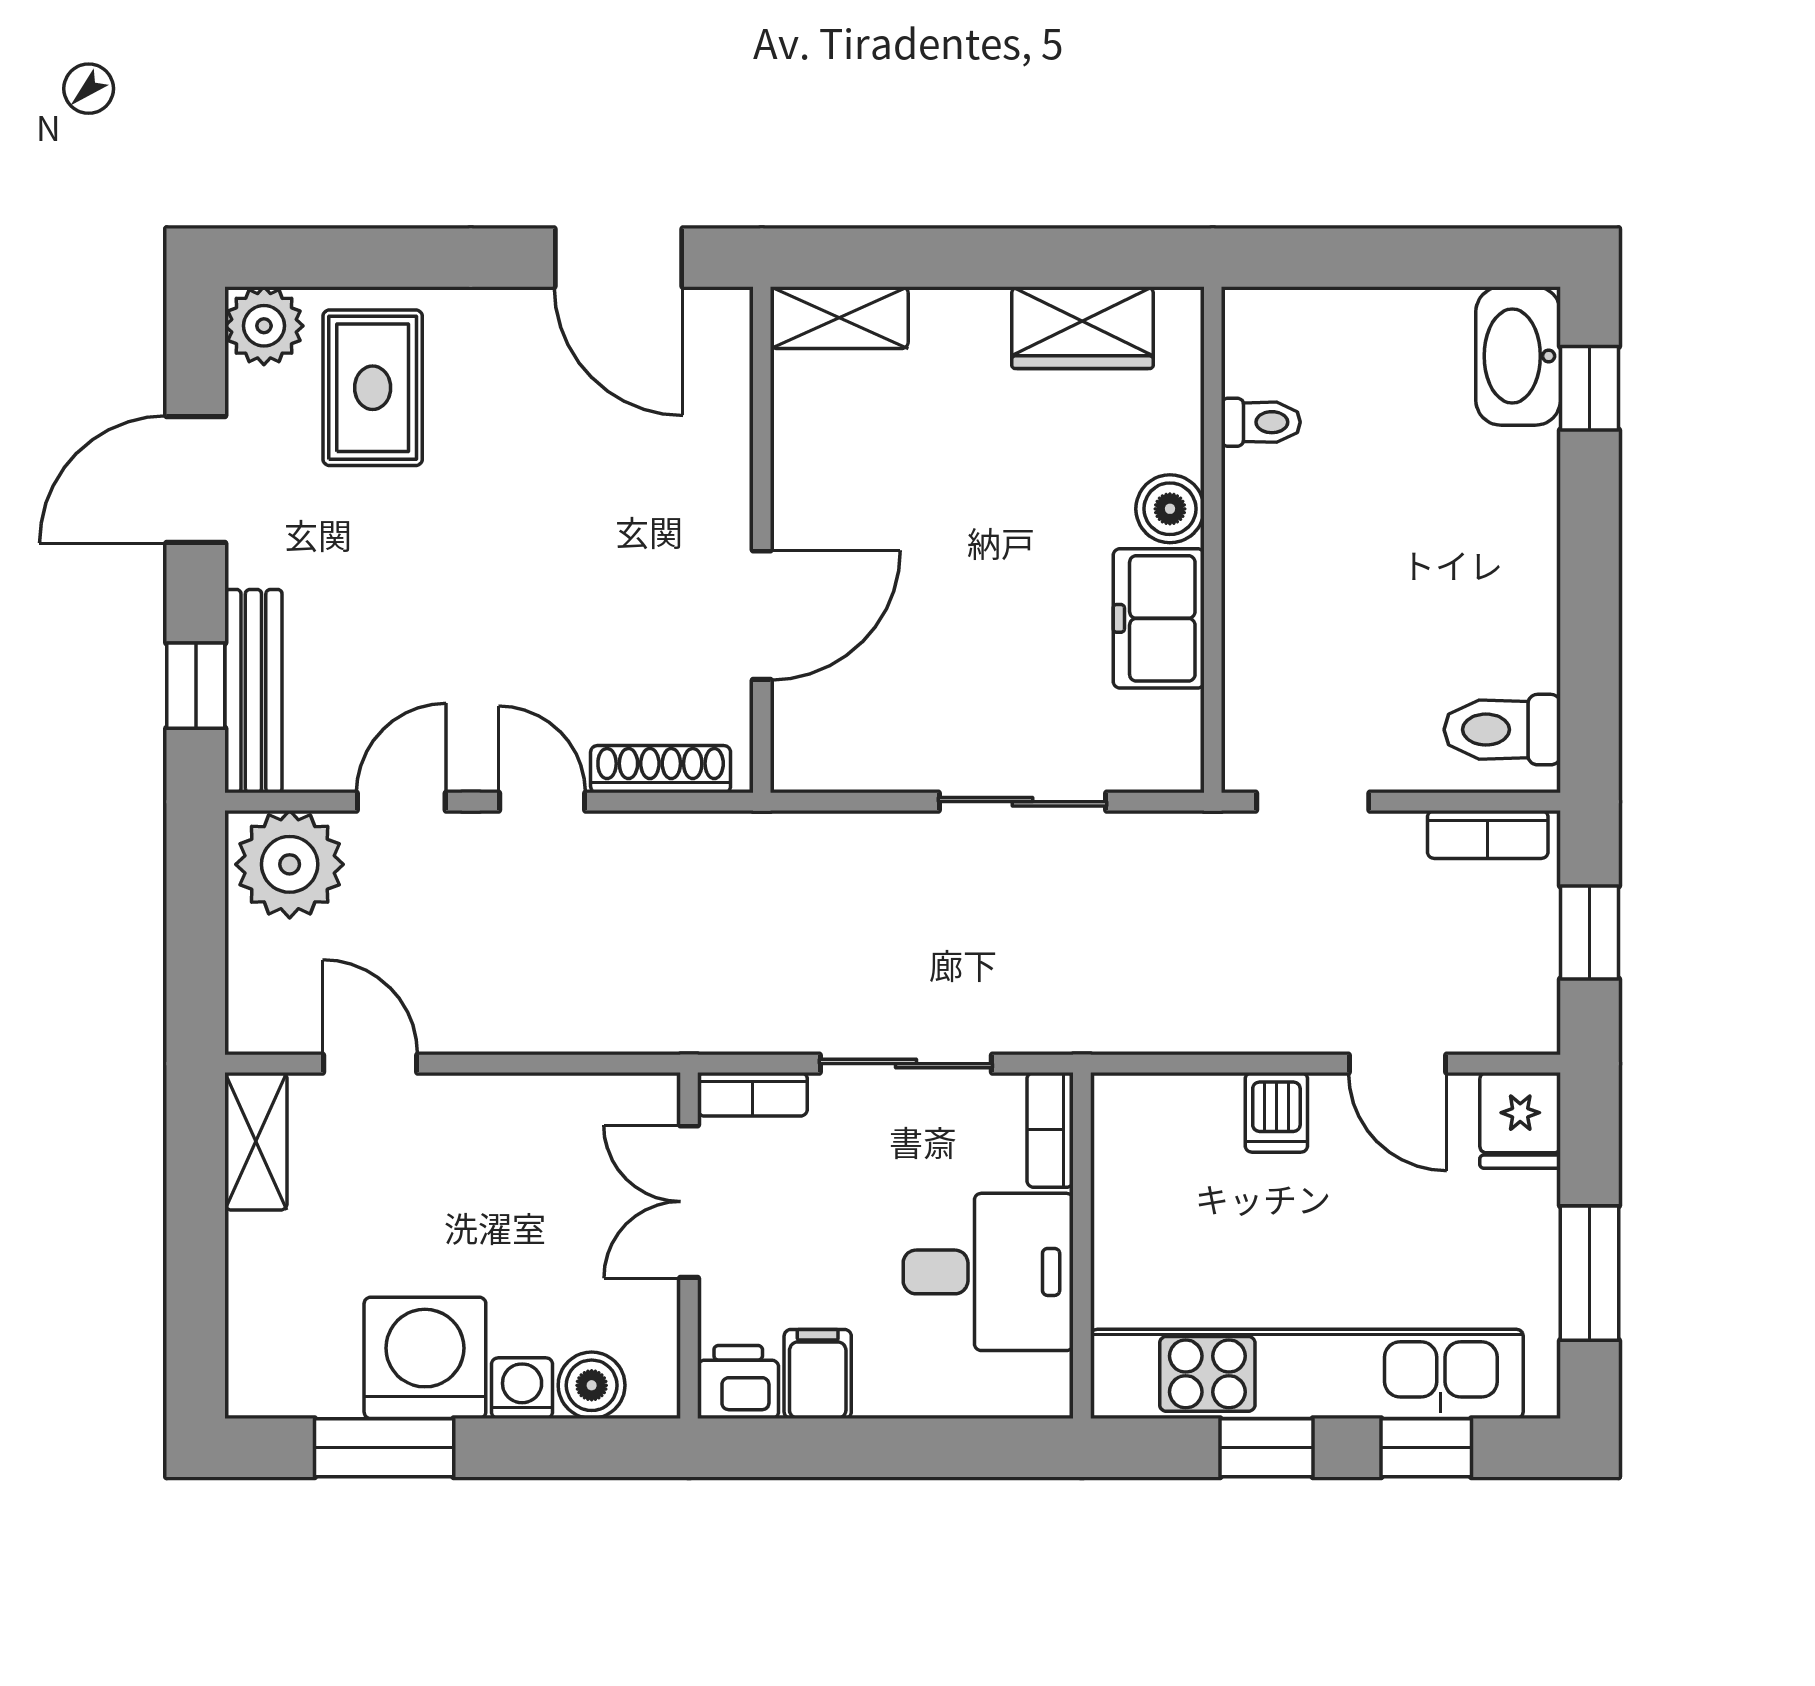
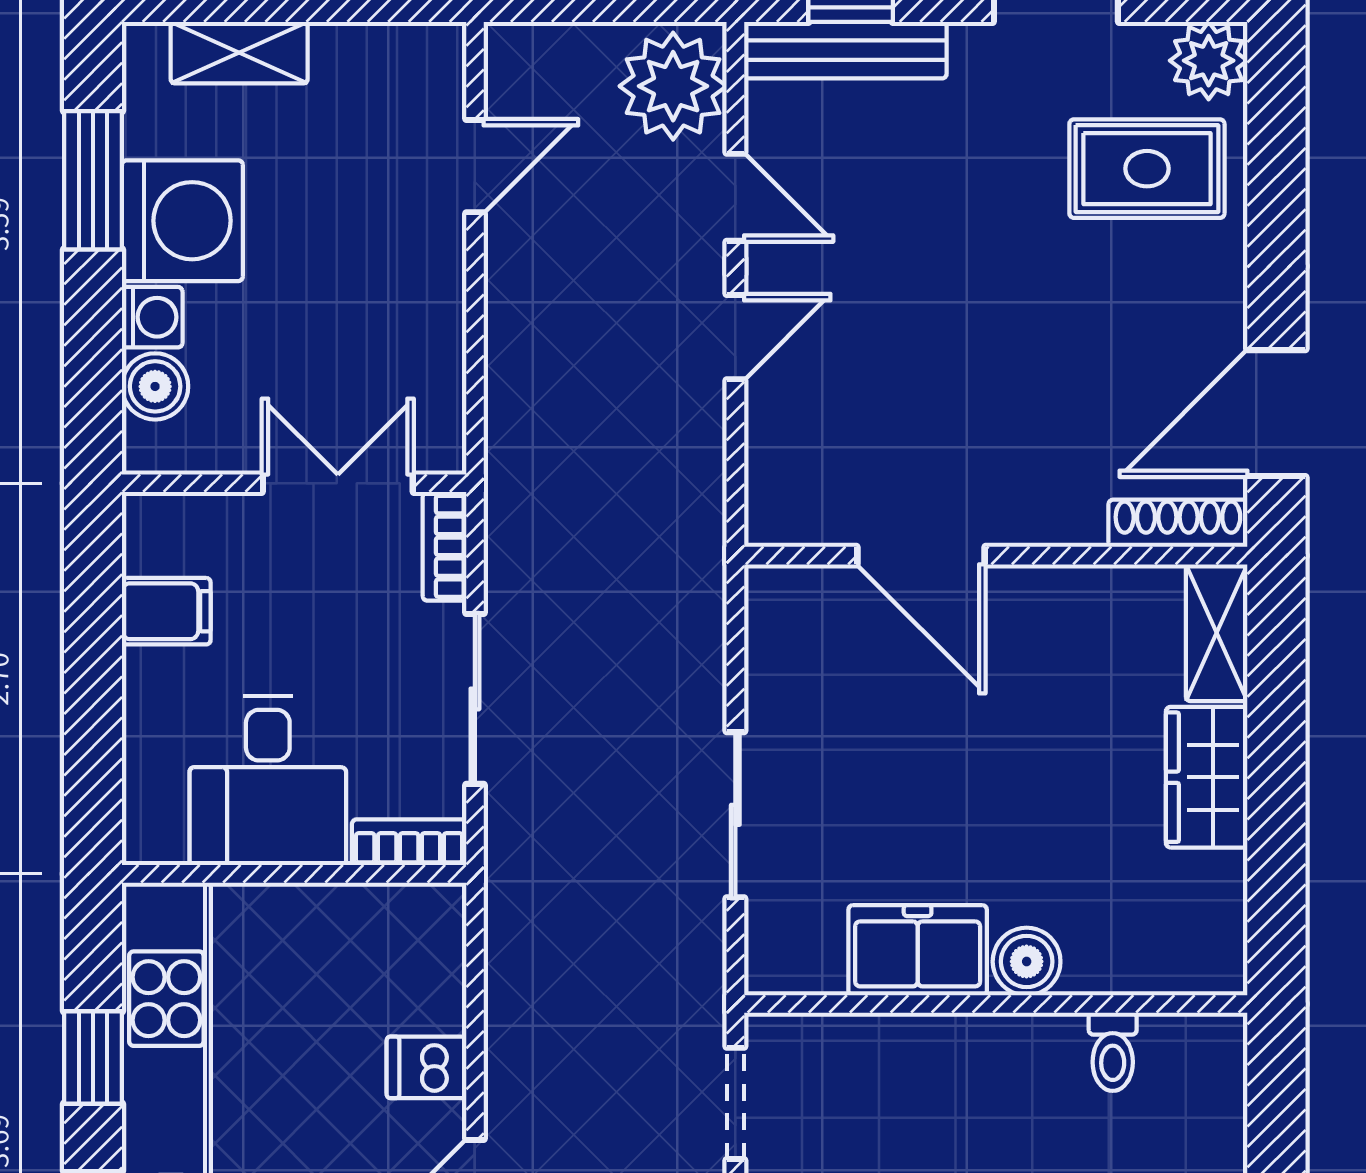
wardrobe: (1082, 328) -> (1207, 777), moved
shoe rack: (661, 769) -> (1178, 523), moved, turned -90
shelving: (256, 1141) -> (239, 53), moved
printer: (738, 1382) -> (158, 532), removed

